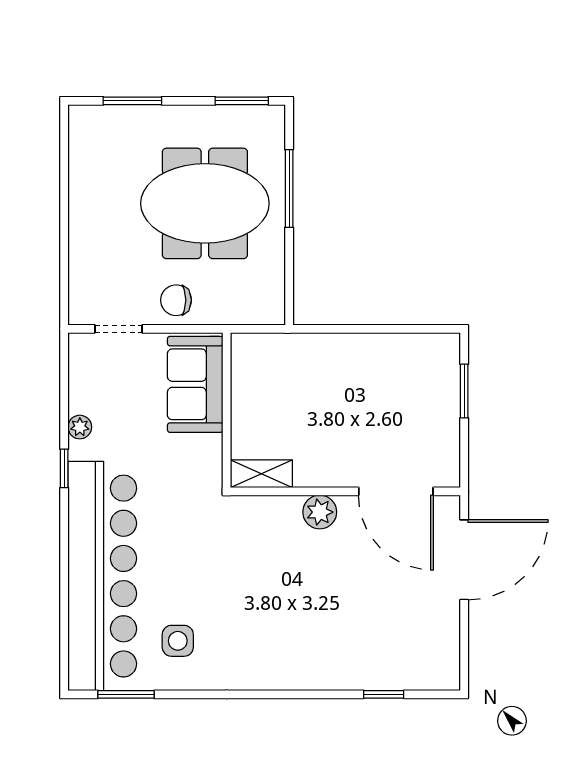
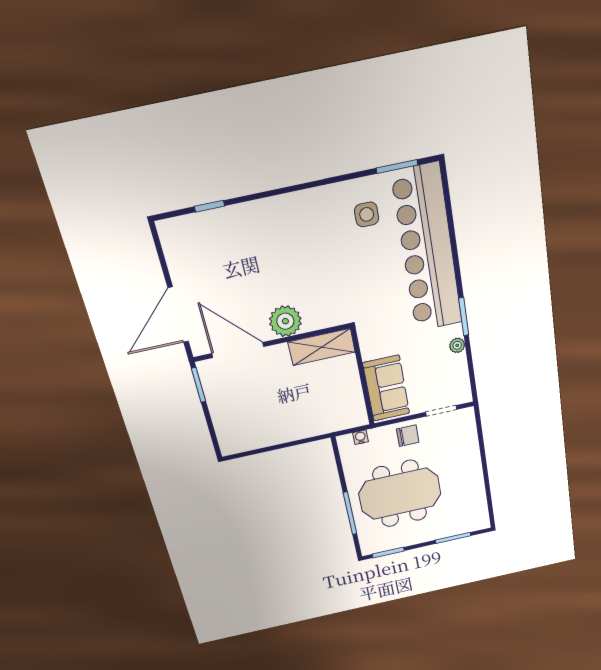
water cooler: (248, 315) -> (360, 437), added
window: (464, 391) -> (199, 385), moved
window: (64, 468) -> (464, 317), width x1.50
shelving: (261, 474) -> (322, 347), width x1.50, depth x1.33
plant: (320, 512) -> (285, 321), width x1.36, depth x1.36

